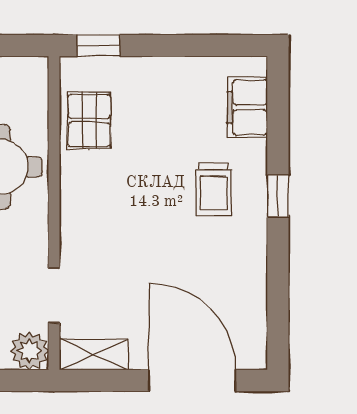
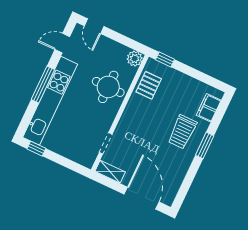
trolley: (213, 189) -> (182, 132), width x1.36, depth x1.39
window: (278, 196) -> (205, 145), width x1.50
plant: (29, 351) -> (135, 59), moved

